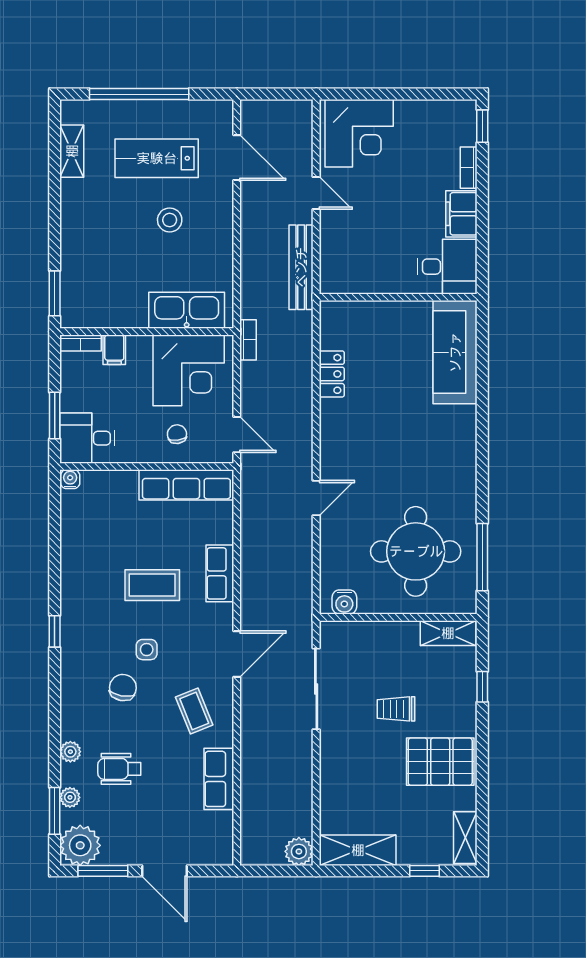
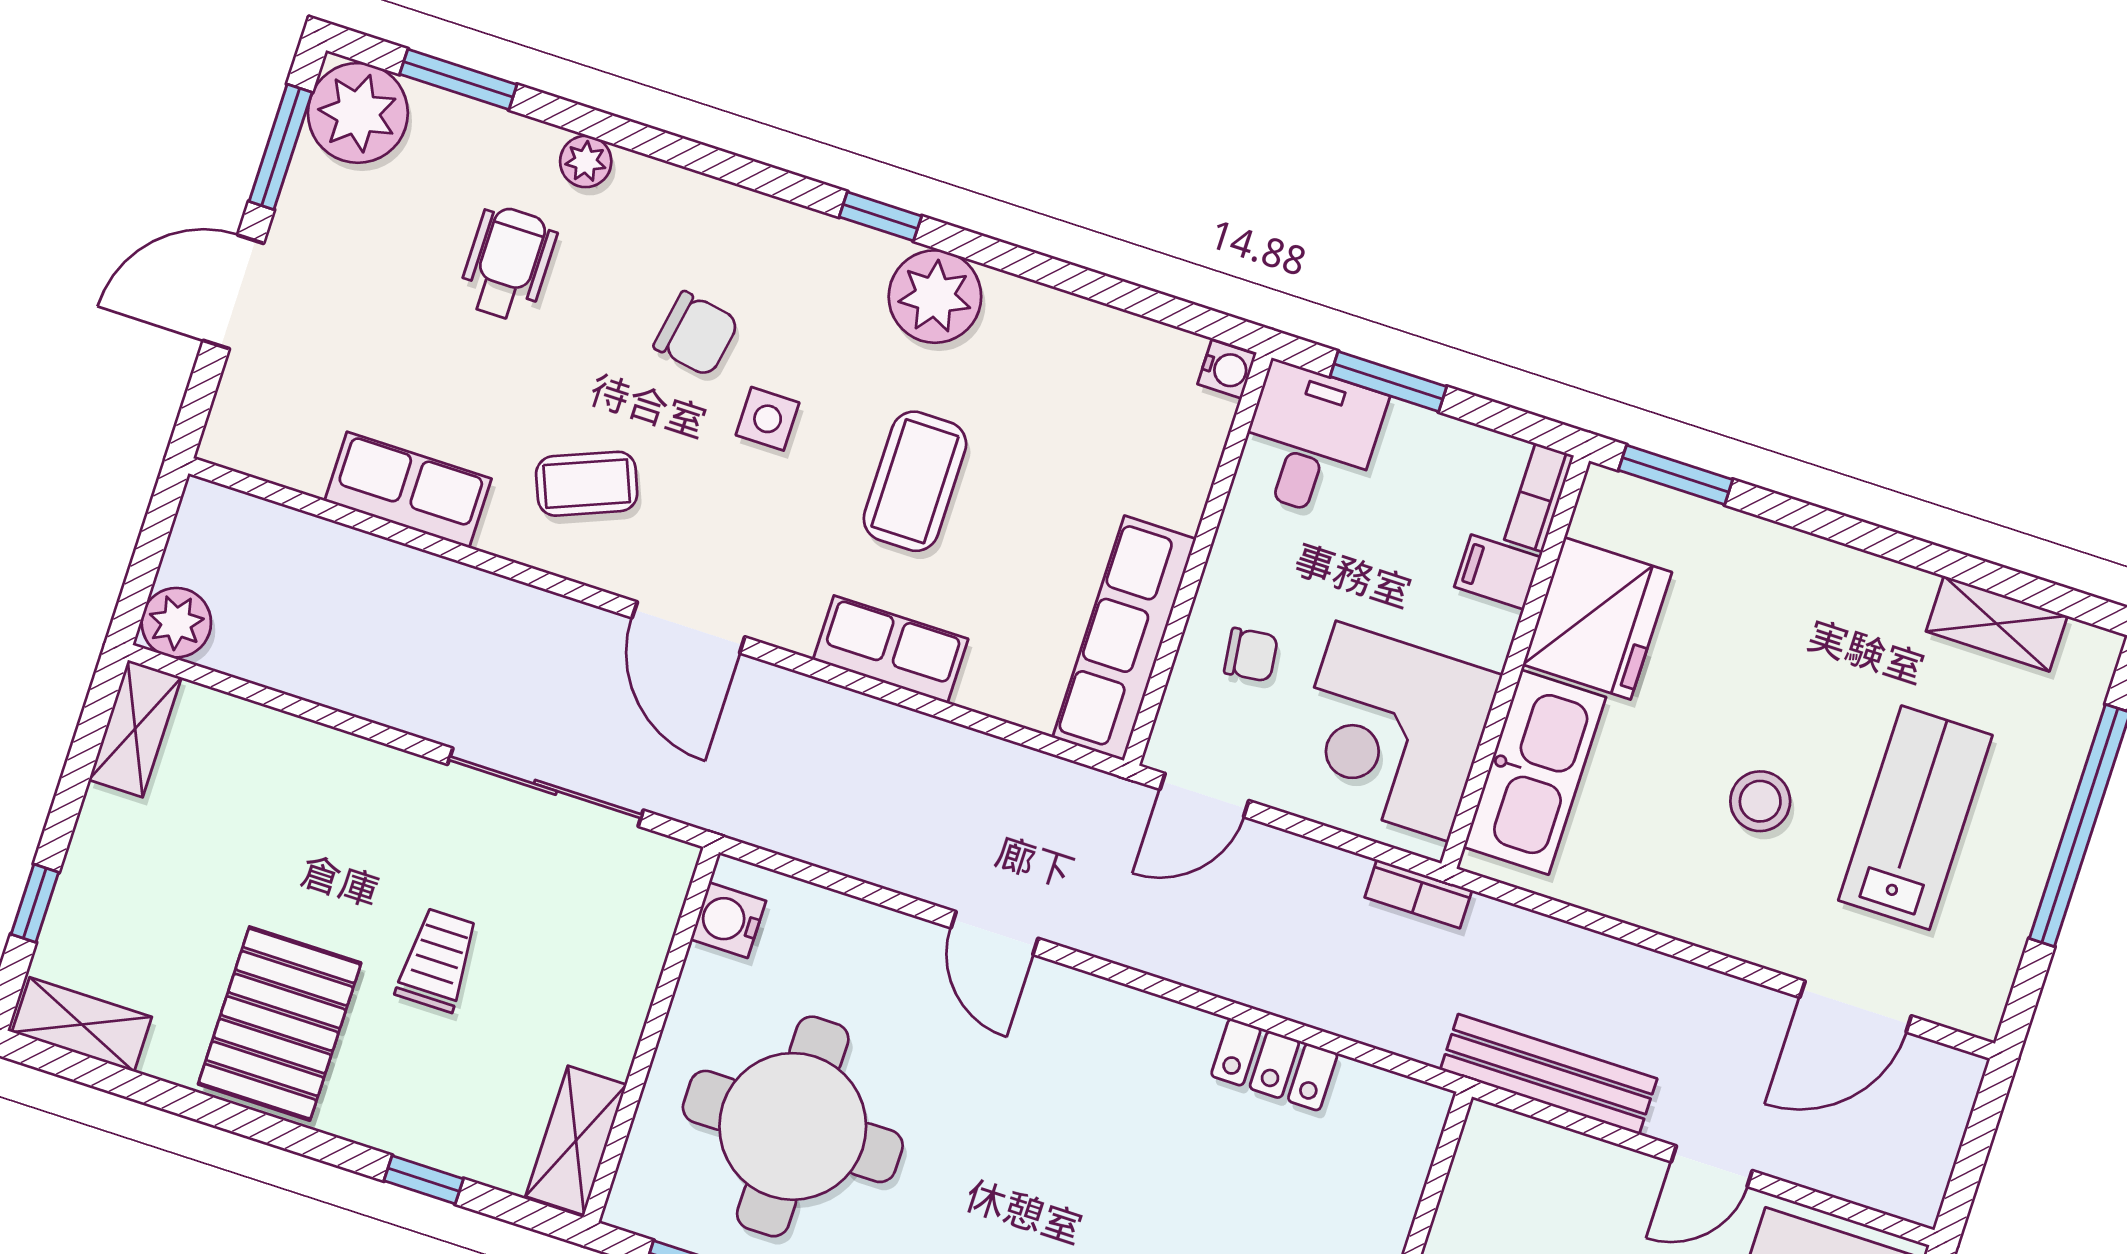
fridge: (120, 305) -> (1597, 618), added
plant: (70, 797) -> (935, 297), moved, width x1.88, depth x1.88
shelving: (358, 850) -> (135, 729), width x0.67, depth x0.75

